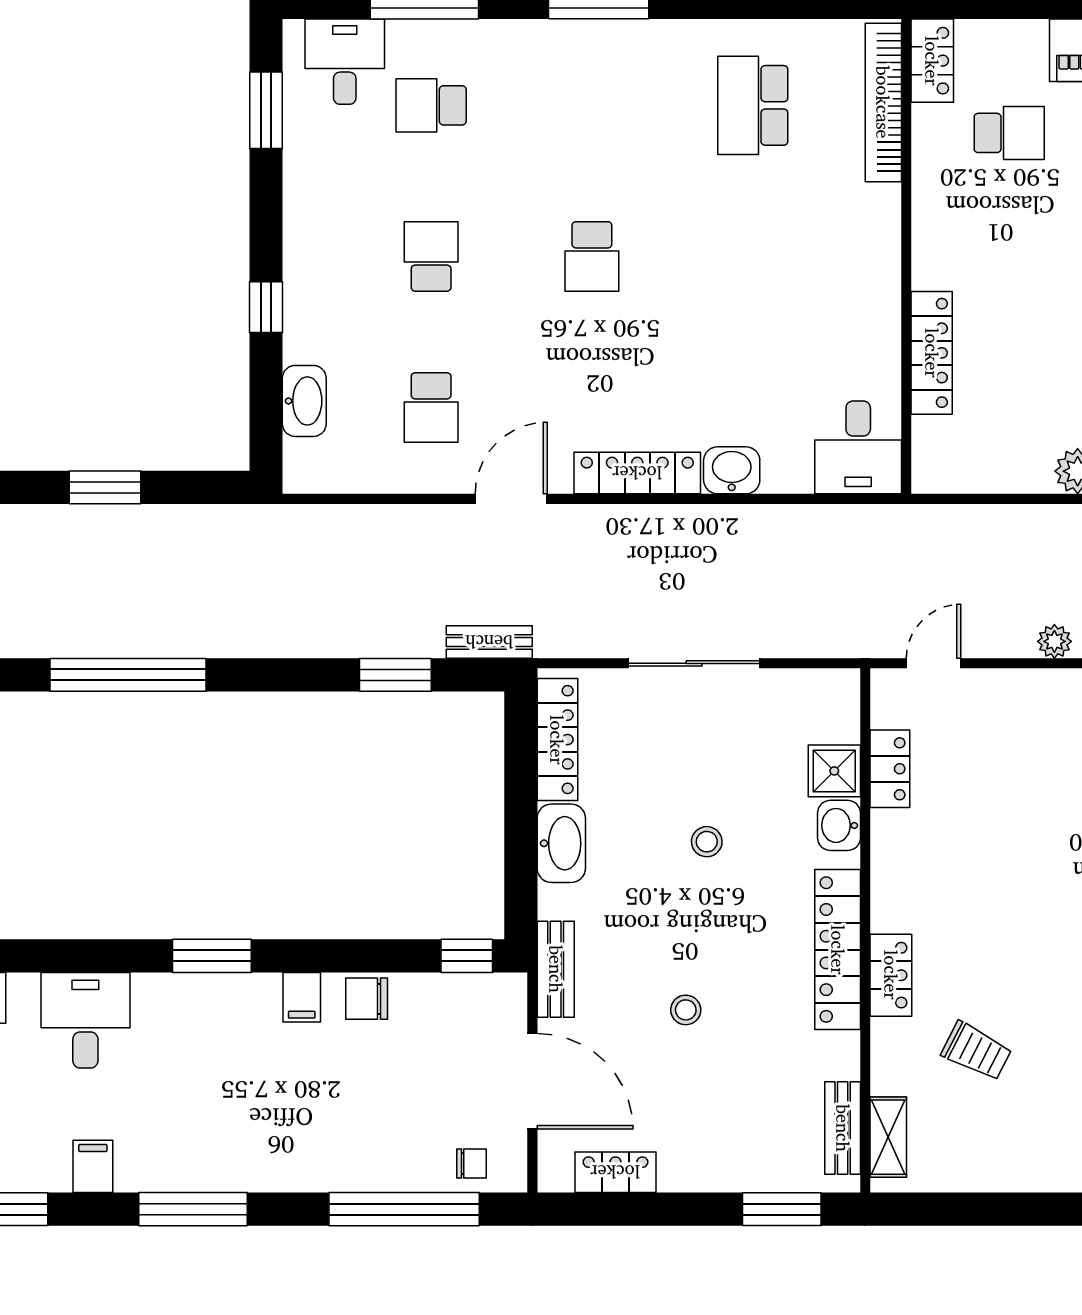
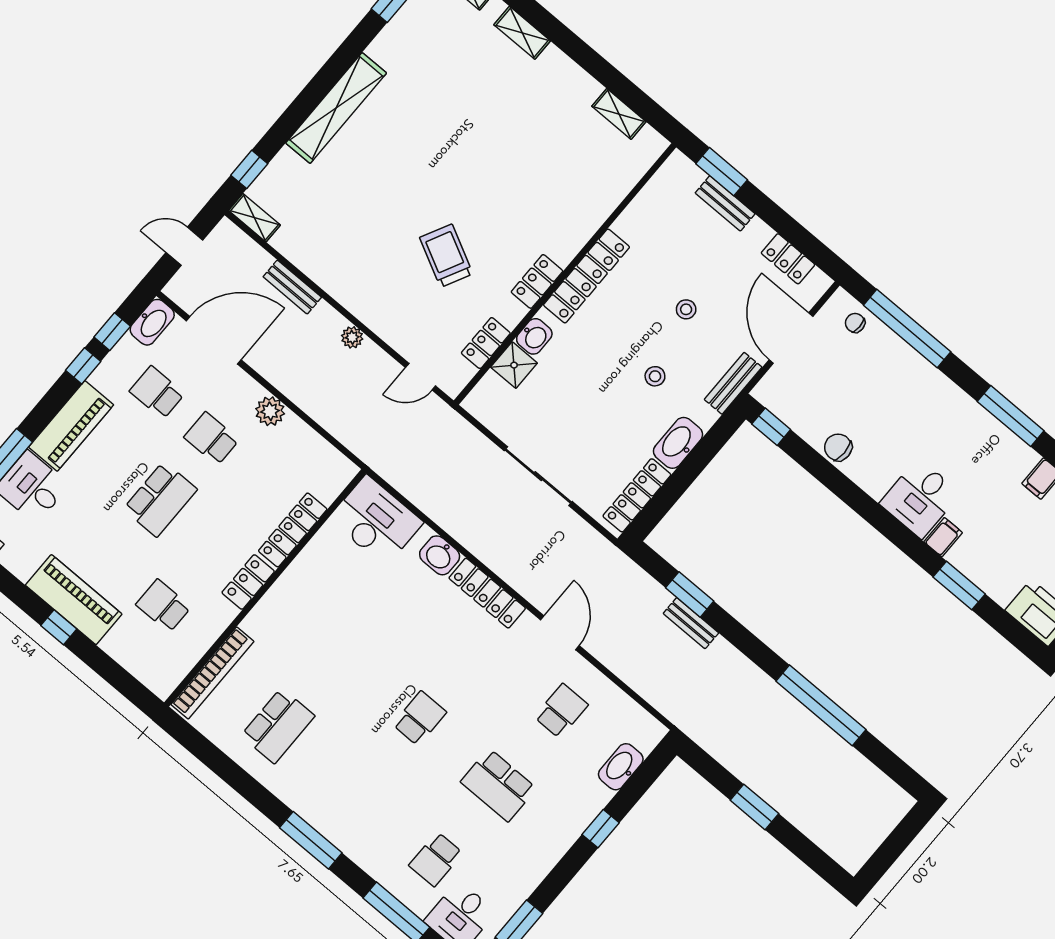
locker: (932, 61) -> (248, 582), moved
school desk: (431, 105) -> (436, 859), turned 90
school desk: (431, 256) -> (498, 785), width x1.85
desk: (858, 447) -> (376, 521), width x1.37
door: (511, 499) -> (560, 633), swing flipped
bench: (489, 642) -> (691, 623), moved
stool: (707, 842) -> (655, 376), moved
window: (212, 956) -> (959, 585), moved
locker: (891, 975) -> (537, 281), moved
filing cabinet: (302, 997) -> (943, 537), moved
chair: (367, 999) -> (838, 447), turned 180
desk: (85, 1020) -> (920, 498), moved
trolley: (976, 1051) -> (446, 256), moved, width x1.36, depth x1.39
bench: (843, 1128) -> (725, 203), moved, turned 90
shelving: (888, 1137) -> (619, 114), moved, turned 90

